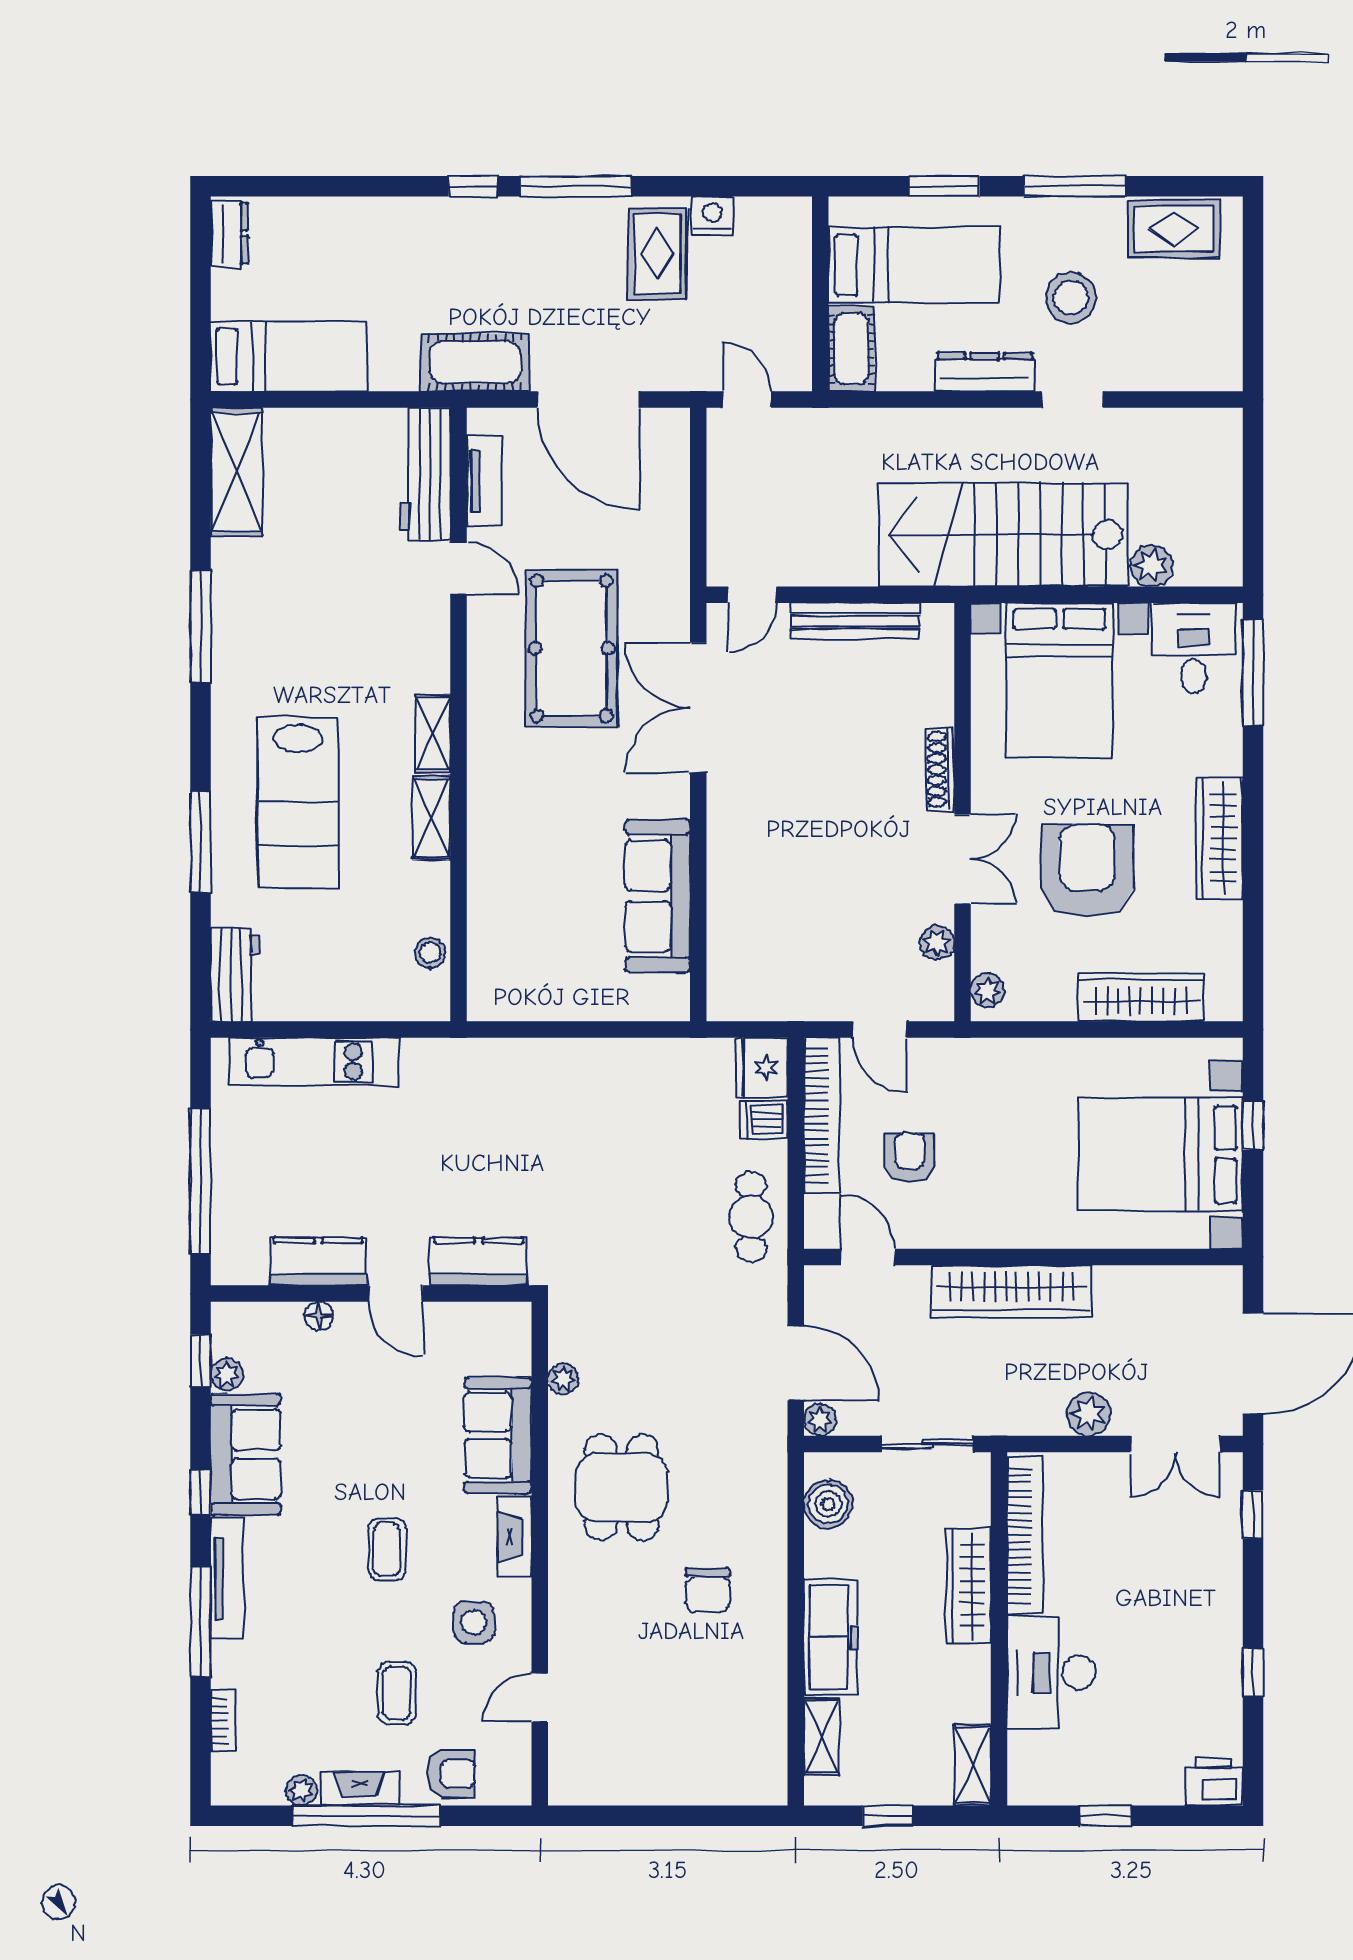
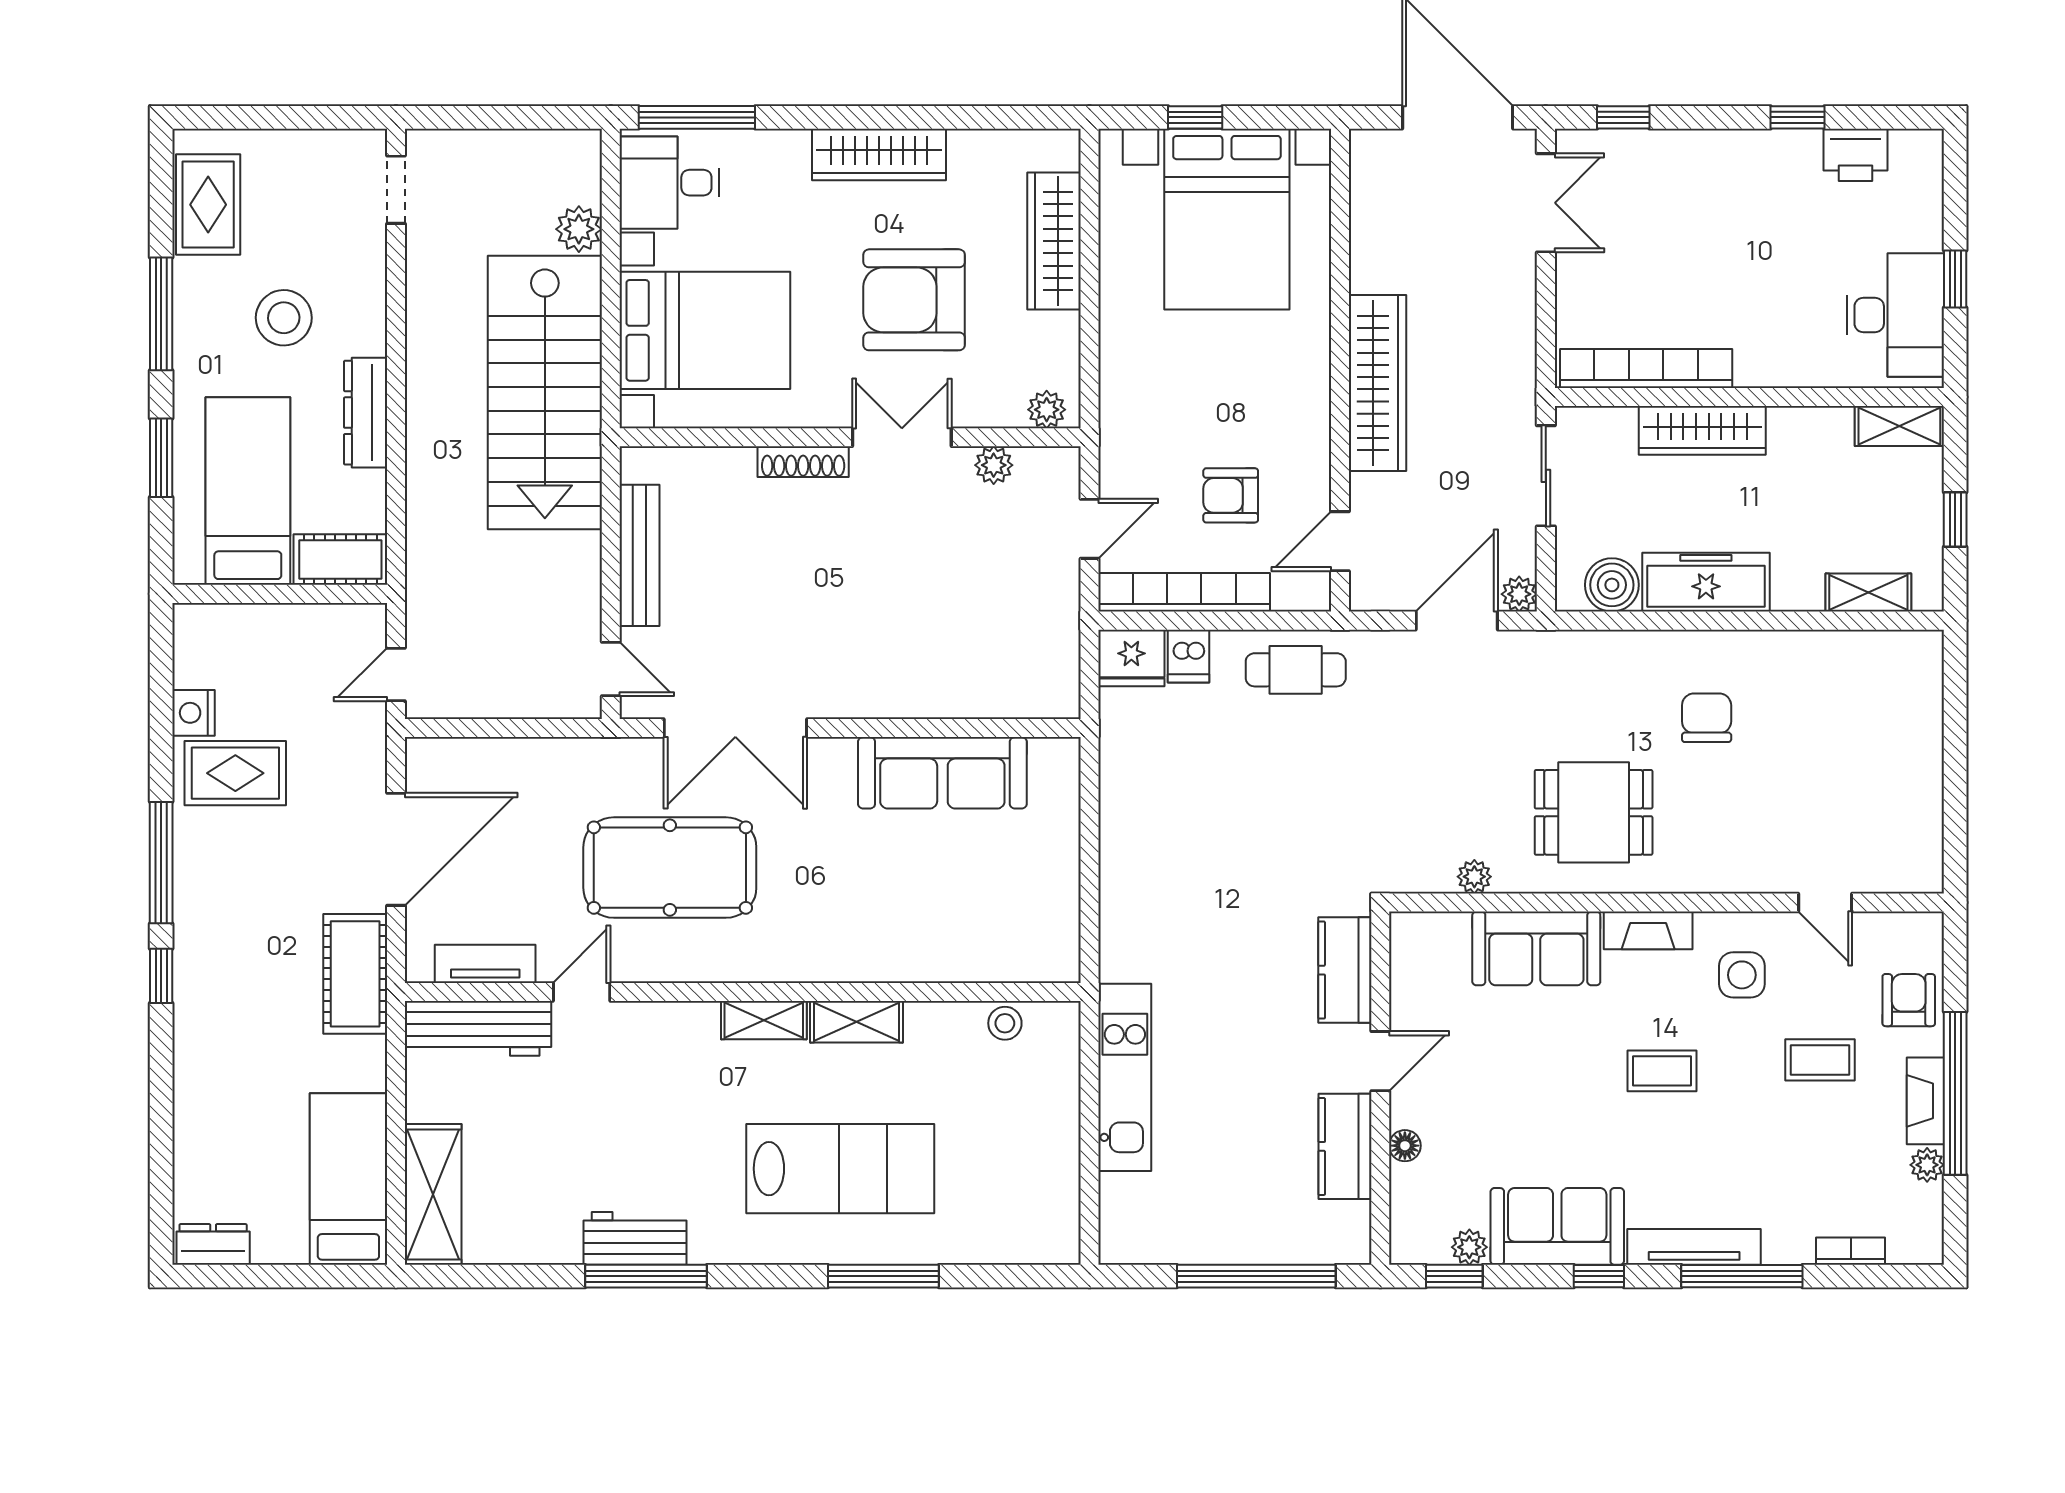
doorway: (1072, 400) -> (396, 190), moved
shelving: (236, 472) -> (433, 1194), moved, turned 90
workbench: (235, 975) -> (635, 1238), moved
kitchen unit: (314, 1062) -> (1125, 1077), moved
plant: (1089, 1414) -> (1513, 298), removed
chair: (708, 1590) -> (1707, 718), turned -90
freezer: (831, 1637) -> (1706, 582), moved
desk: (1051, 1672) -> (1895, 315), moved, turned -90
printer: (1214, 1782) -> (1856, 155), moved, turned -90

